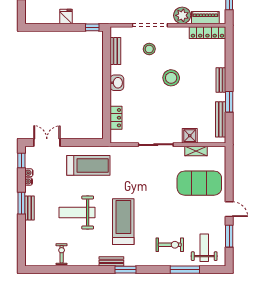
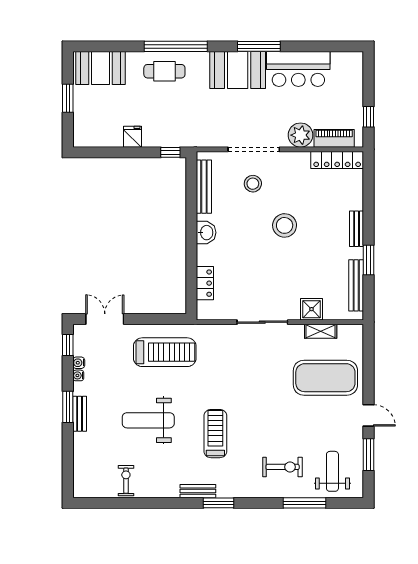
bench: (115, 51) -> (204, 187), width x1.36
treadmill: (123, 222) -> (215, 434), width x0.73, depth x0.73

